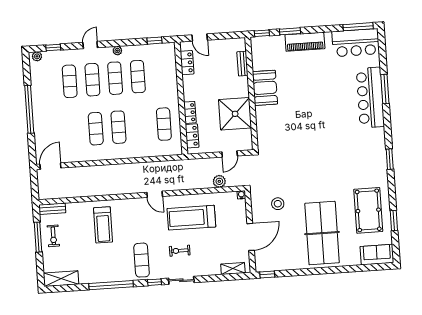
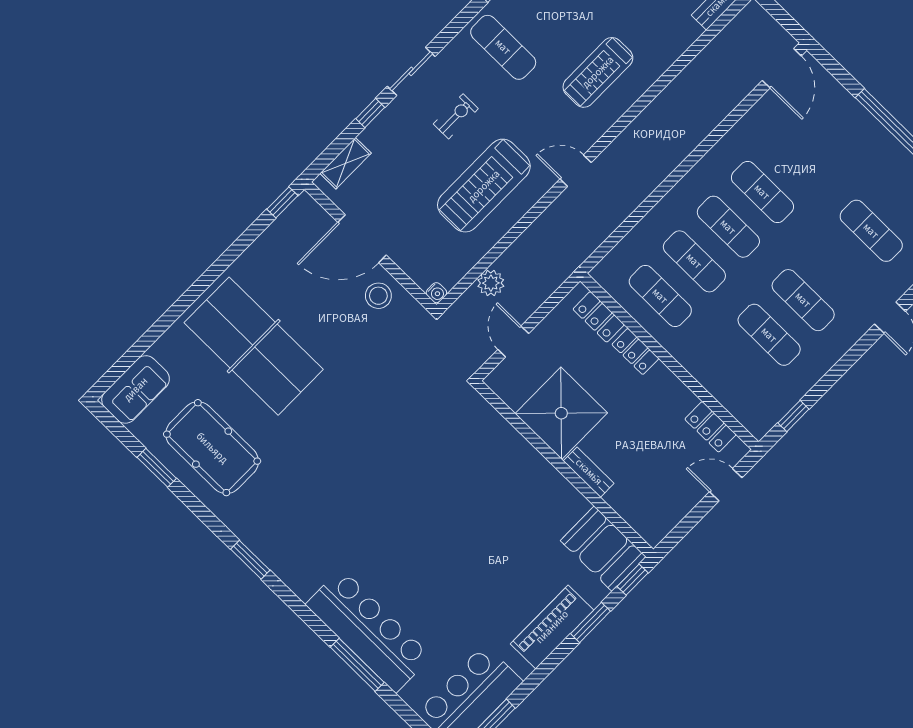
plant: (117, 51) -> (839, 347), removed
bench: (242, 64) -> (589, 472), moved
exercise mat: (92, 80) -> (694, 261), moved
booth: (265, 88) -> (603, 549), moved
stool: (278, 204) -> (378, 296), moved
treadmill: (191, 218) -> (484, 186), turned 180
treadmill: (103, 225) -> (598, 72), moved, turned -90
door: (251, 237) -> (362, 239), hinge flipped
window: (154, 282) -> (370, 113), moved

